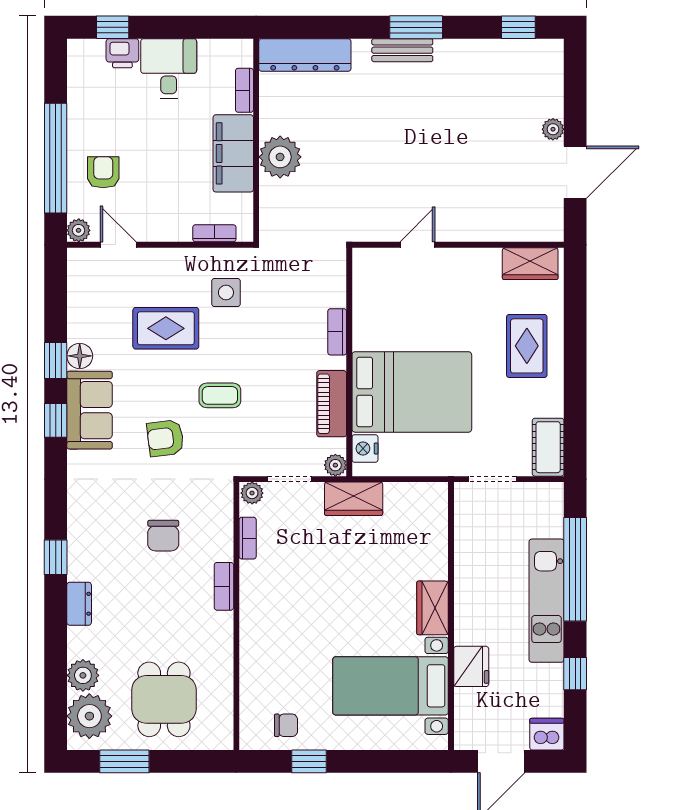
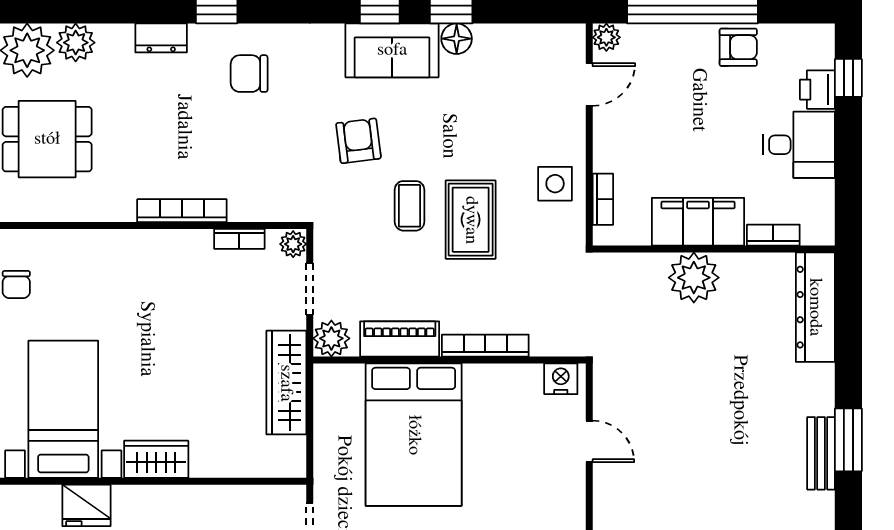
bench: (402, 50) -> (821, 453), moved
armchair: (103, 172) -> (738, 47), moved
side table: (226, 293) -> (555, 184), moved
rug: (166, 328) -> (471, 220), moved
bookcase: (337, 332) -> (485, 346), width x1.56
nightstand: (365, 449) -> (561, 379), moved
plant: (335, 465) -> (331, 338), width x1.38, depth x1.38
wardrobe: (354, 499) -> (286, 383), width x1.50
chair: (163, 536) -> (249, 74), moved
bookcase: (224, 586) -> (182, 211), width x1.56

